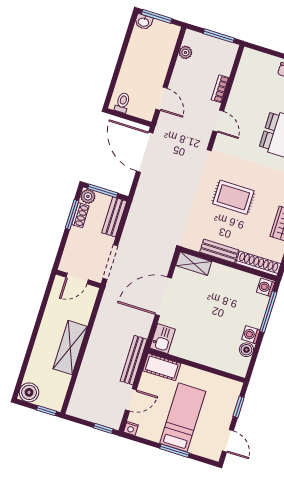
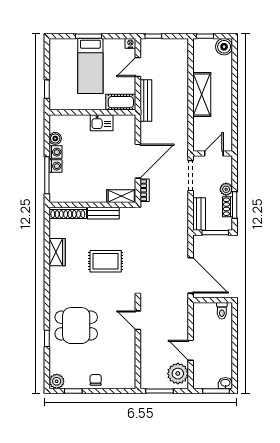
plant: (185, 52) -> (178, 374), width x1.88, depth x1.88
bookcase: (220, 89) -> (145, 190), moved
door: (161, 99) -> (191, 350), moved
plant: (88, 196) -> (226, 189), moved
washing machine: (266, 287) -> (56, 166), moved
kitchen sink: (163, 339) -> (102, 123), moved, turned -90
door: (228, 441) -> (47, 58), removed

